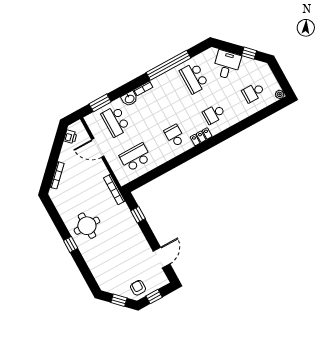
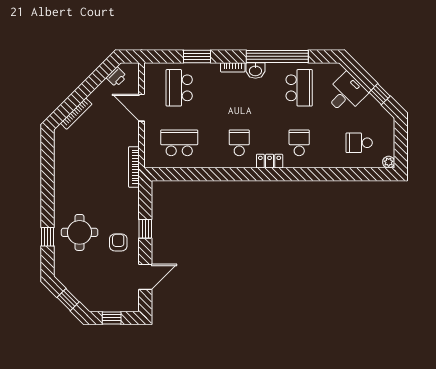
school desk: (194, 78) -> (299, 88), turned 180
washbasin: (129, 99) -> (255, 70), moved
window: (100, 103) -> (197, 56), moved
school desk: (214, 114) -> (299, 143), turned 90
window: (138, 215) -> (145, 229), moved
round table: (87, 226) -> (80, 232), moved
window: (71, 244) -> (47, 237), moved
armchair: (138, 288) -> (118, 242), moved

